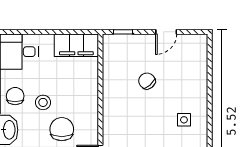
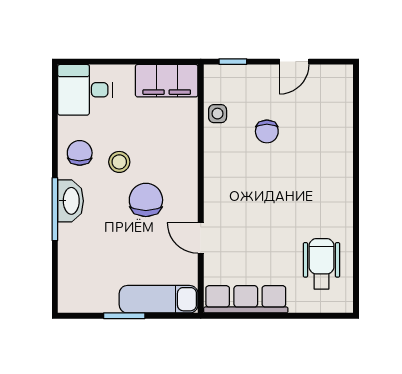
chair: (147, 81) -> (267, 131), turned -139
side table: (184, 120) -> (218, 114), moved

